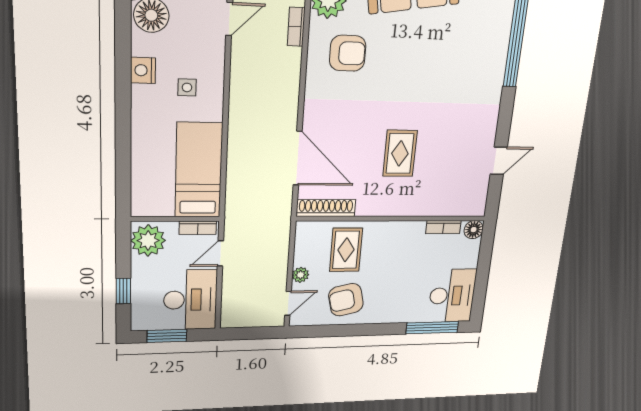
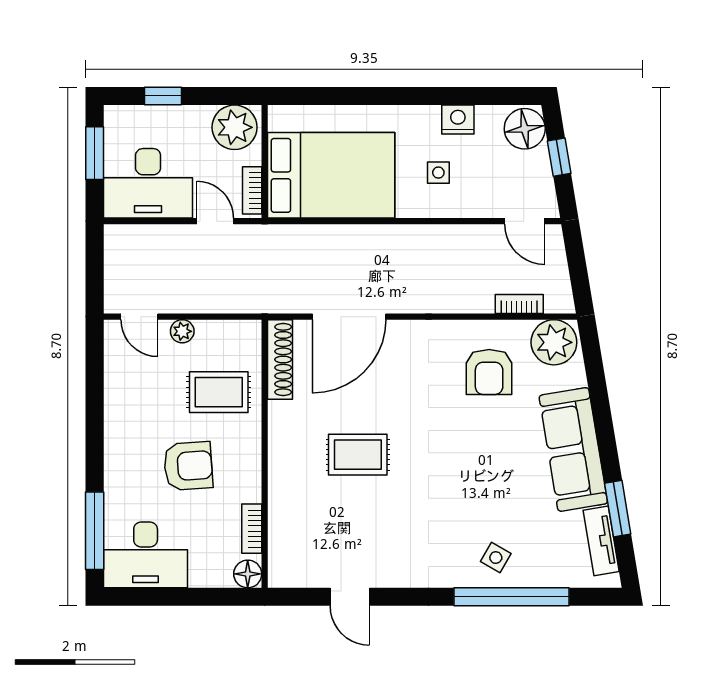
side table: (486, 54) -> (496, 558), added
bed: (199, 170) -> (331, 175), width x1.50
armchair: (346, 300) -> (188, 466), moved, turned 99

